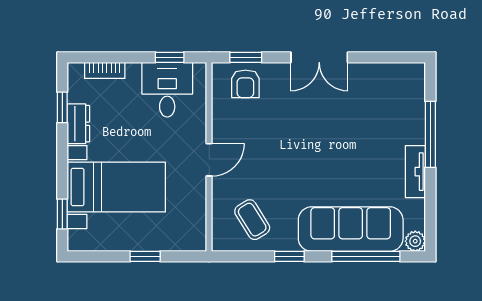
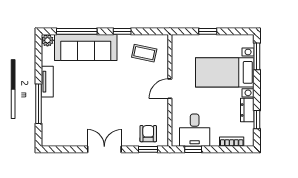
window: (62, 214) -> (257, 56), width x1.50
coffee table: (252, 220) -> (144, 53), turned -46

